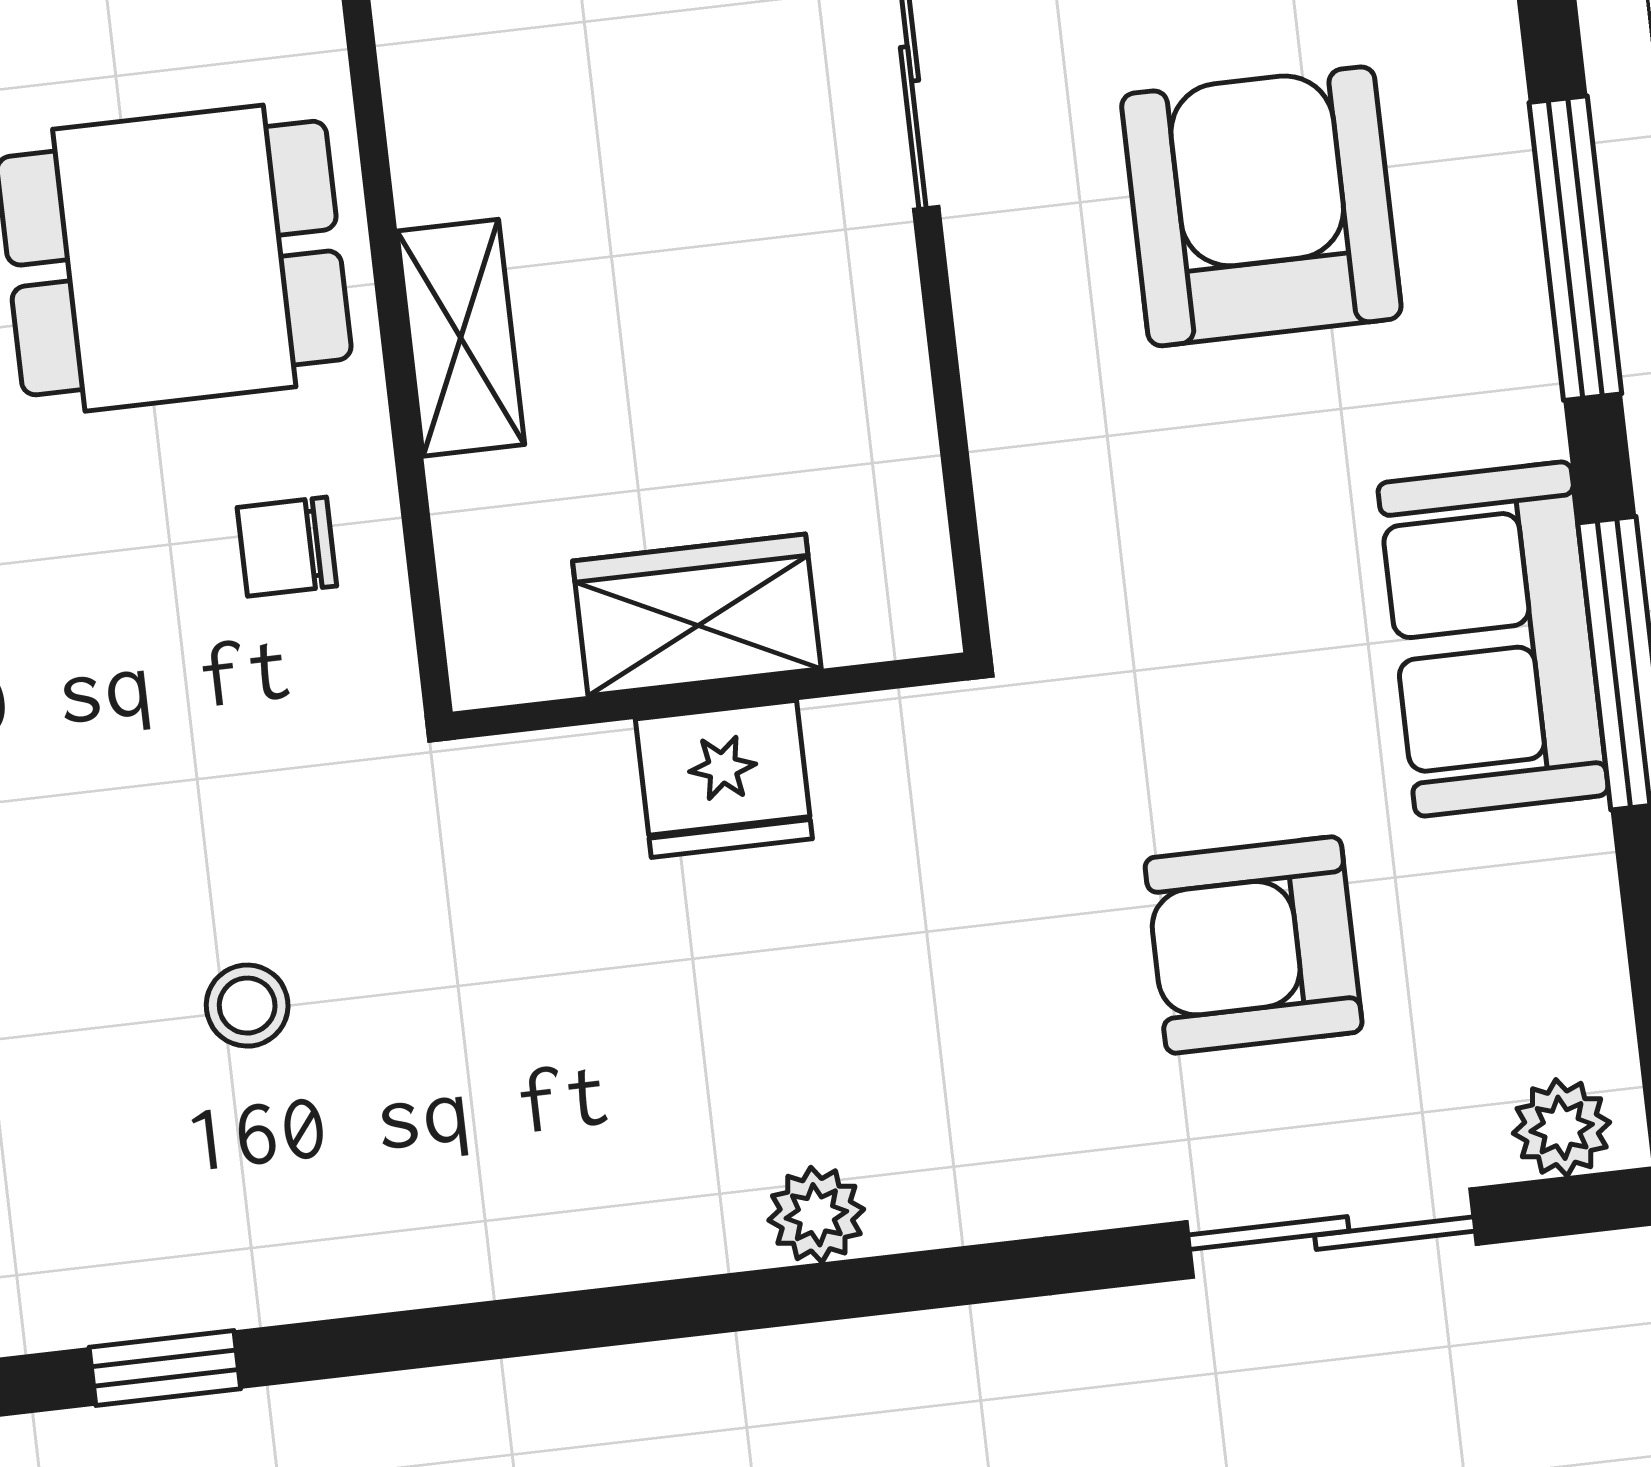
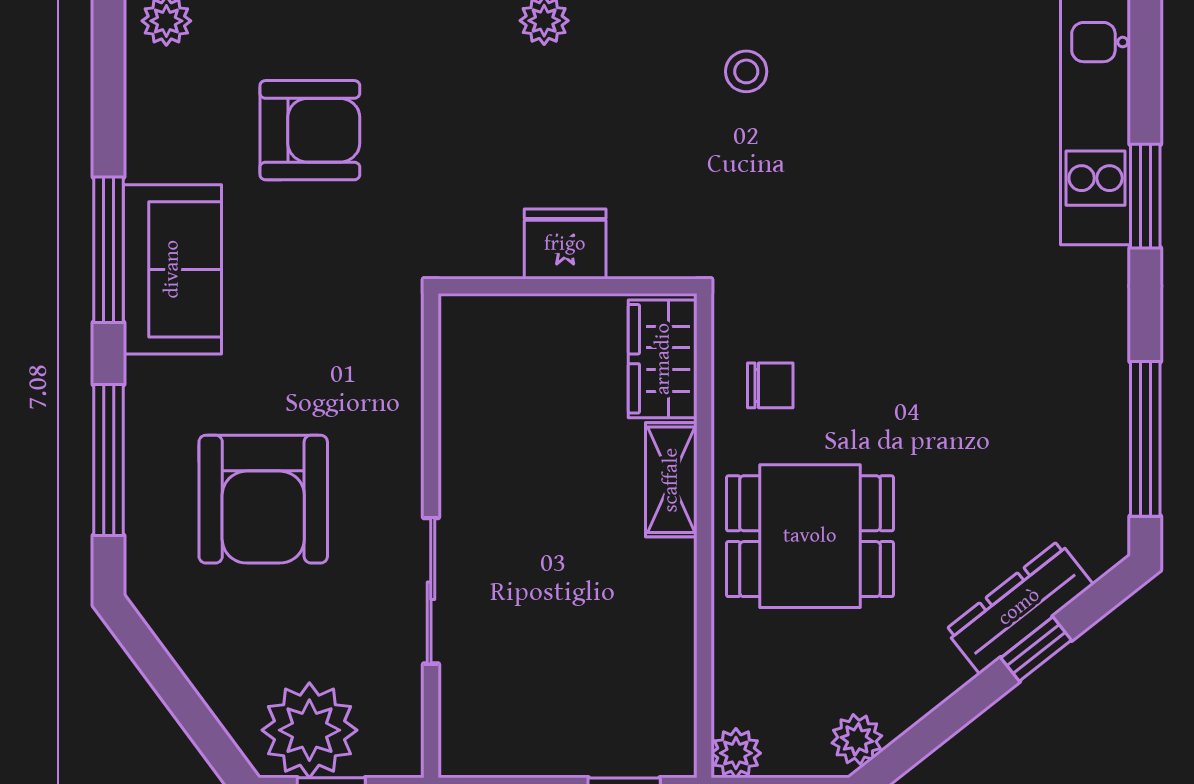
wardrobe: (697, 615) -> (663, 359), moved, turned 90
stool: (247, 1006) -> (746, 71), moved

